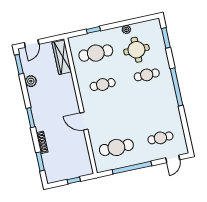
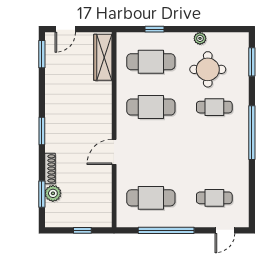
plant: (31, 81) -> (53, 193), moved
cafe table: (103, 85) -> (151, 107), width x1.37, depth x1.35
door: (84, 121) -> (114, 152), hinge flipped

